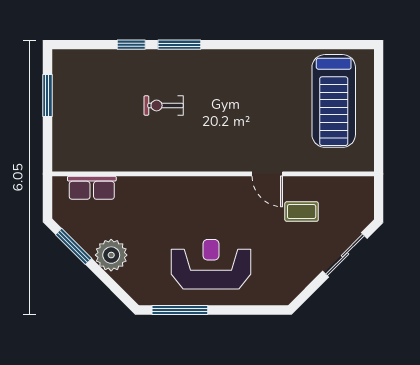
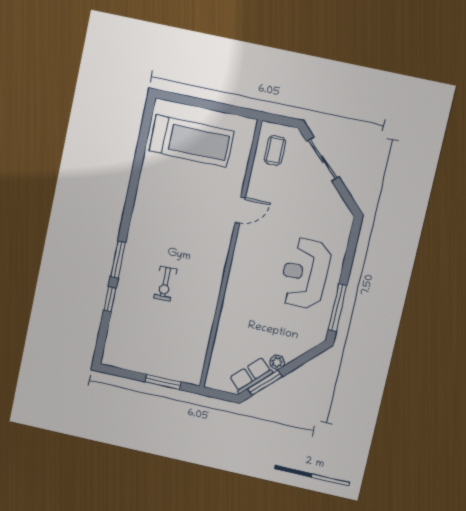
window: (47, 95) -> (163, 382), moved
row of seats: (92, 188) -> (251, 376), moved, turned -135
coffee table: (302, 212) -> (275, 150), moved
plant: (111, 255) -> (277, 362), width x0.53, depth x0.53

